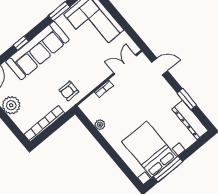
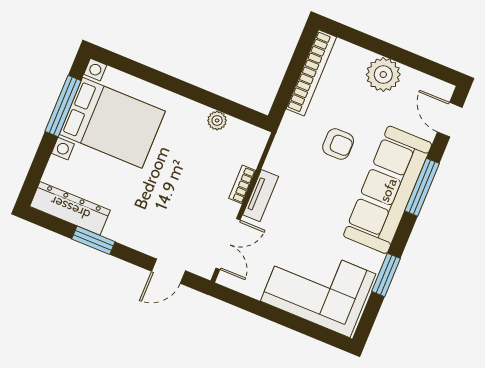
window: (21, 43) -> (422, 187), width x2.17
tv unit: (98, 79) -> (261, 196), added
armchair: (69, 91) -> (338, 144), moved, turned 90

